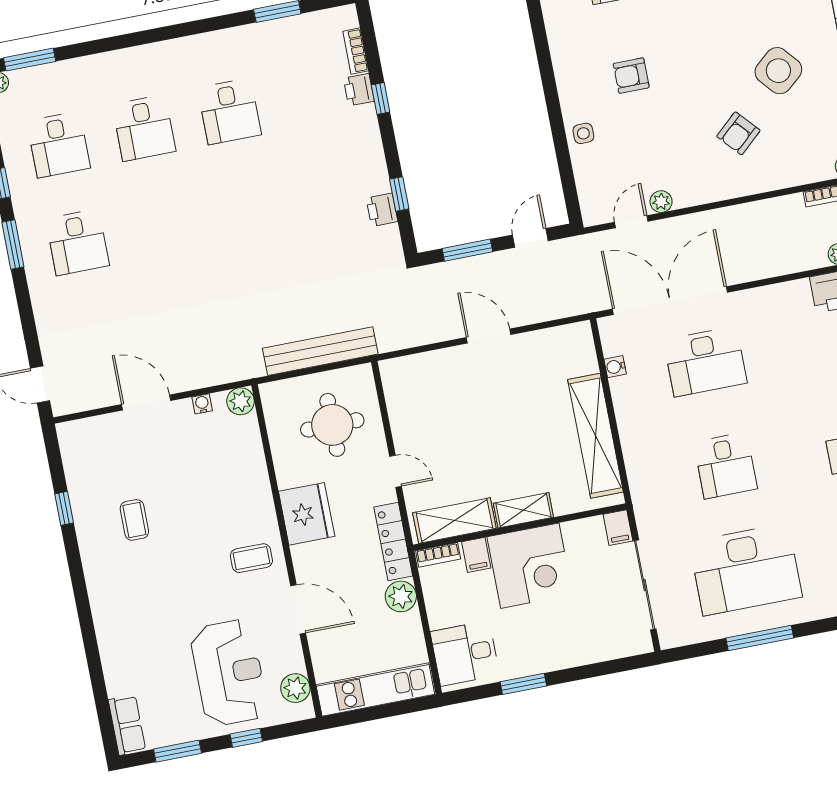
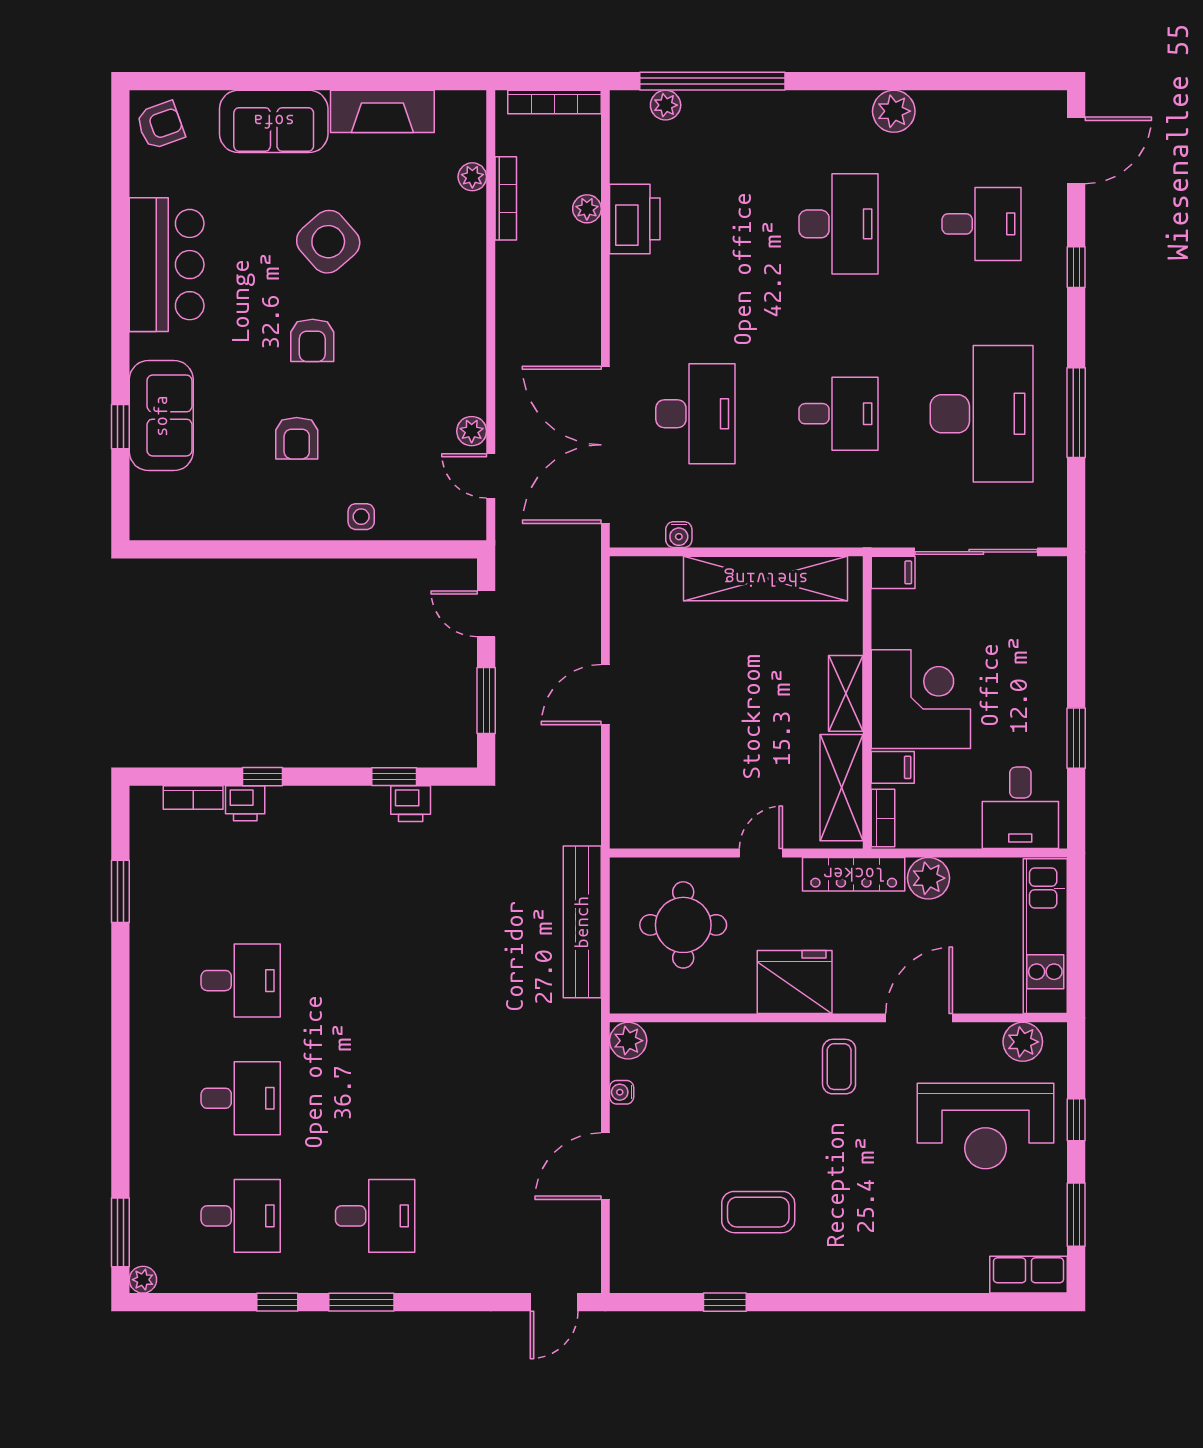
armchair: (738, 133) -> (312, 340), moved, turned 42
coffee table: (134, 520) -> (758, 1212), width x1.36, depth x1.30
reception desk: (229, 673) -> (985, 1126), turned 180

